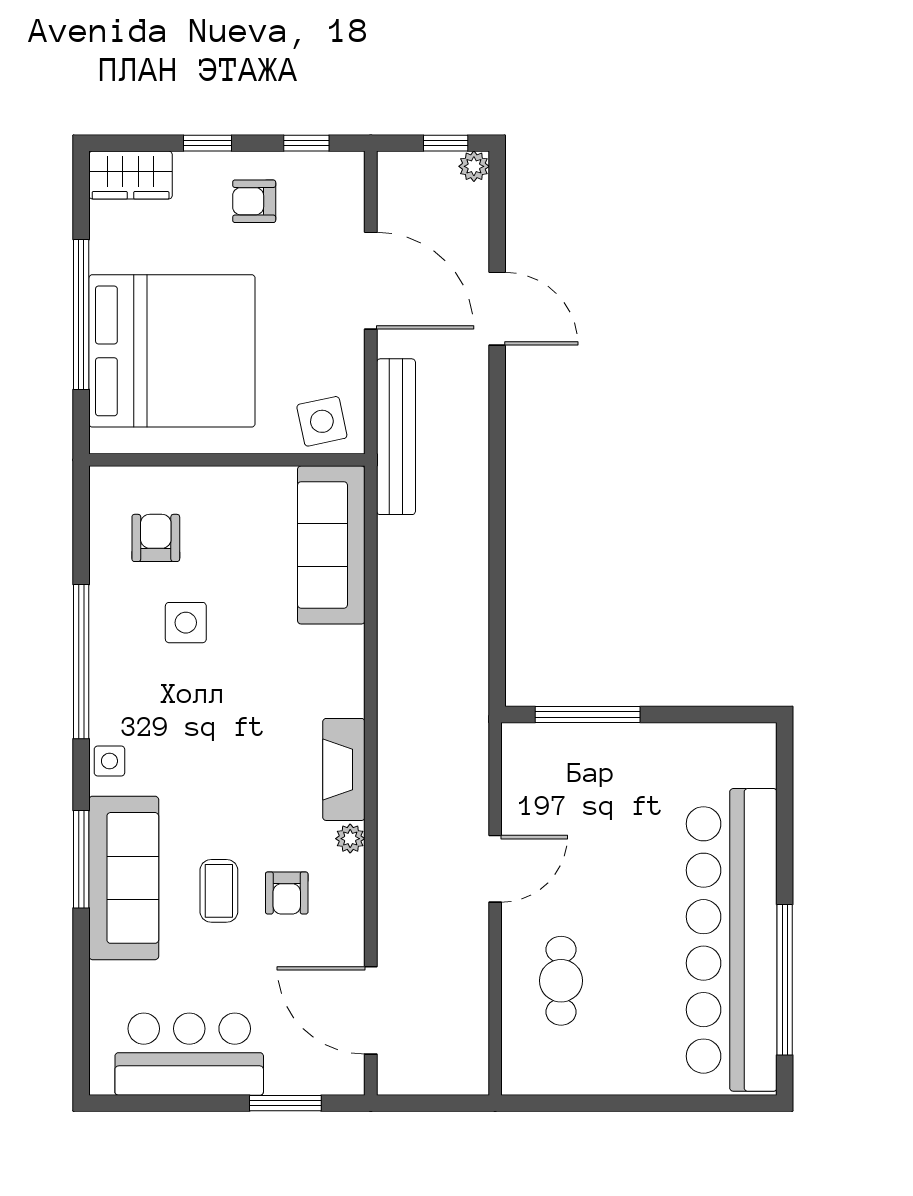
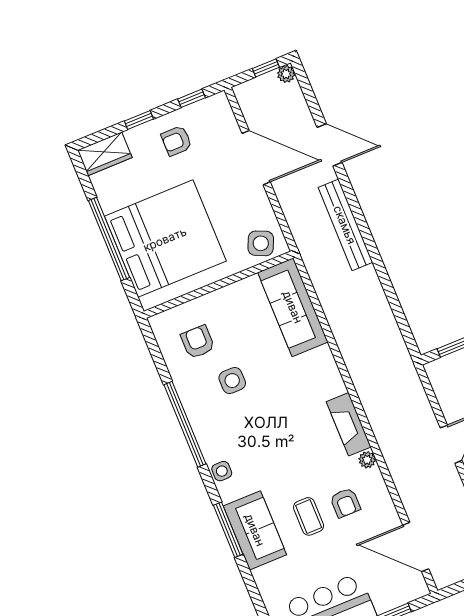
side table: (322, 421) -> (261, 243), turned 36
bench: (396, 437) -> (345, 225), moved
sofa: (124, 878) -> (255, 530), width x0.73

